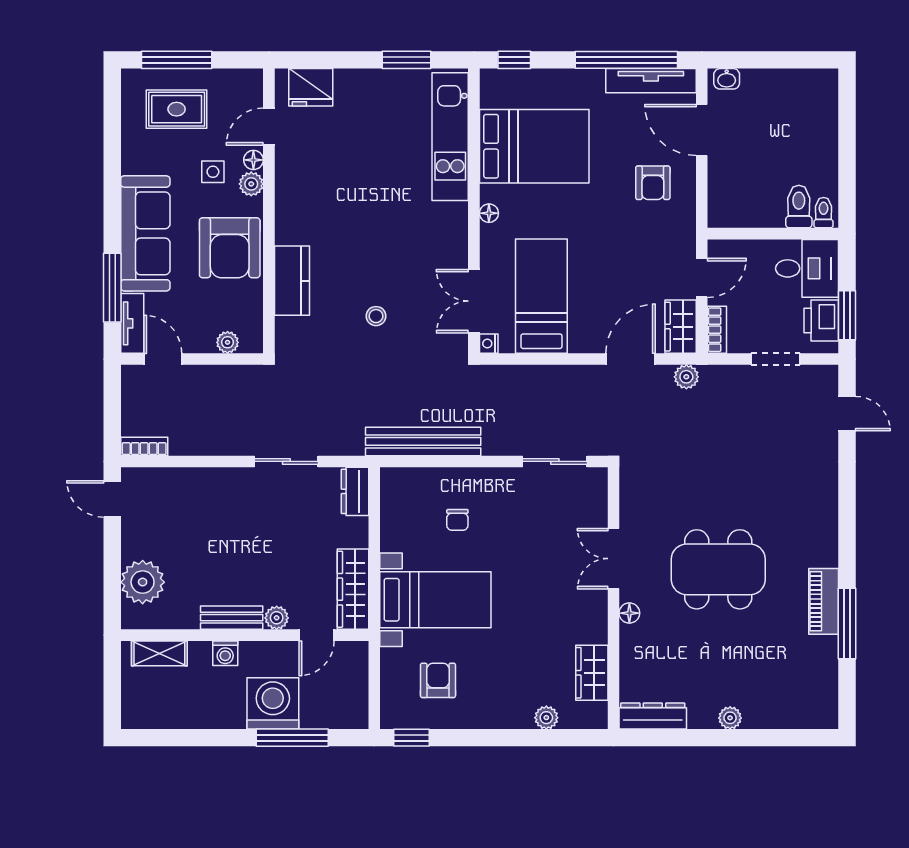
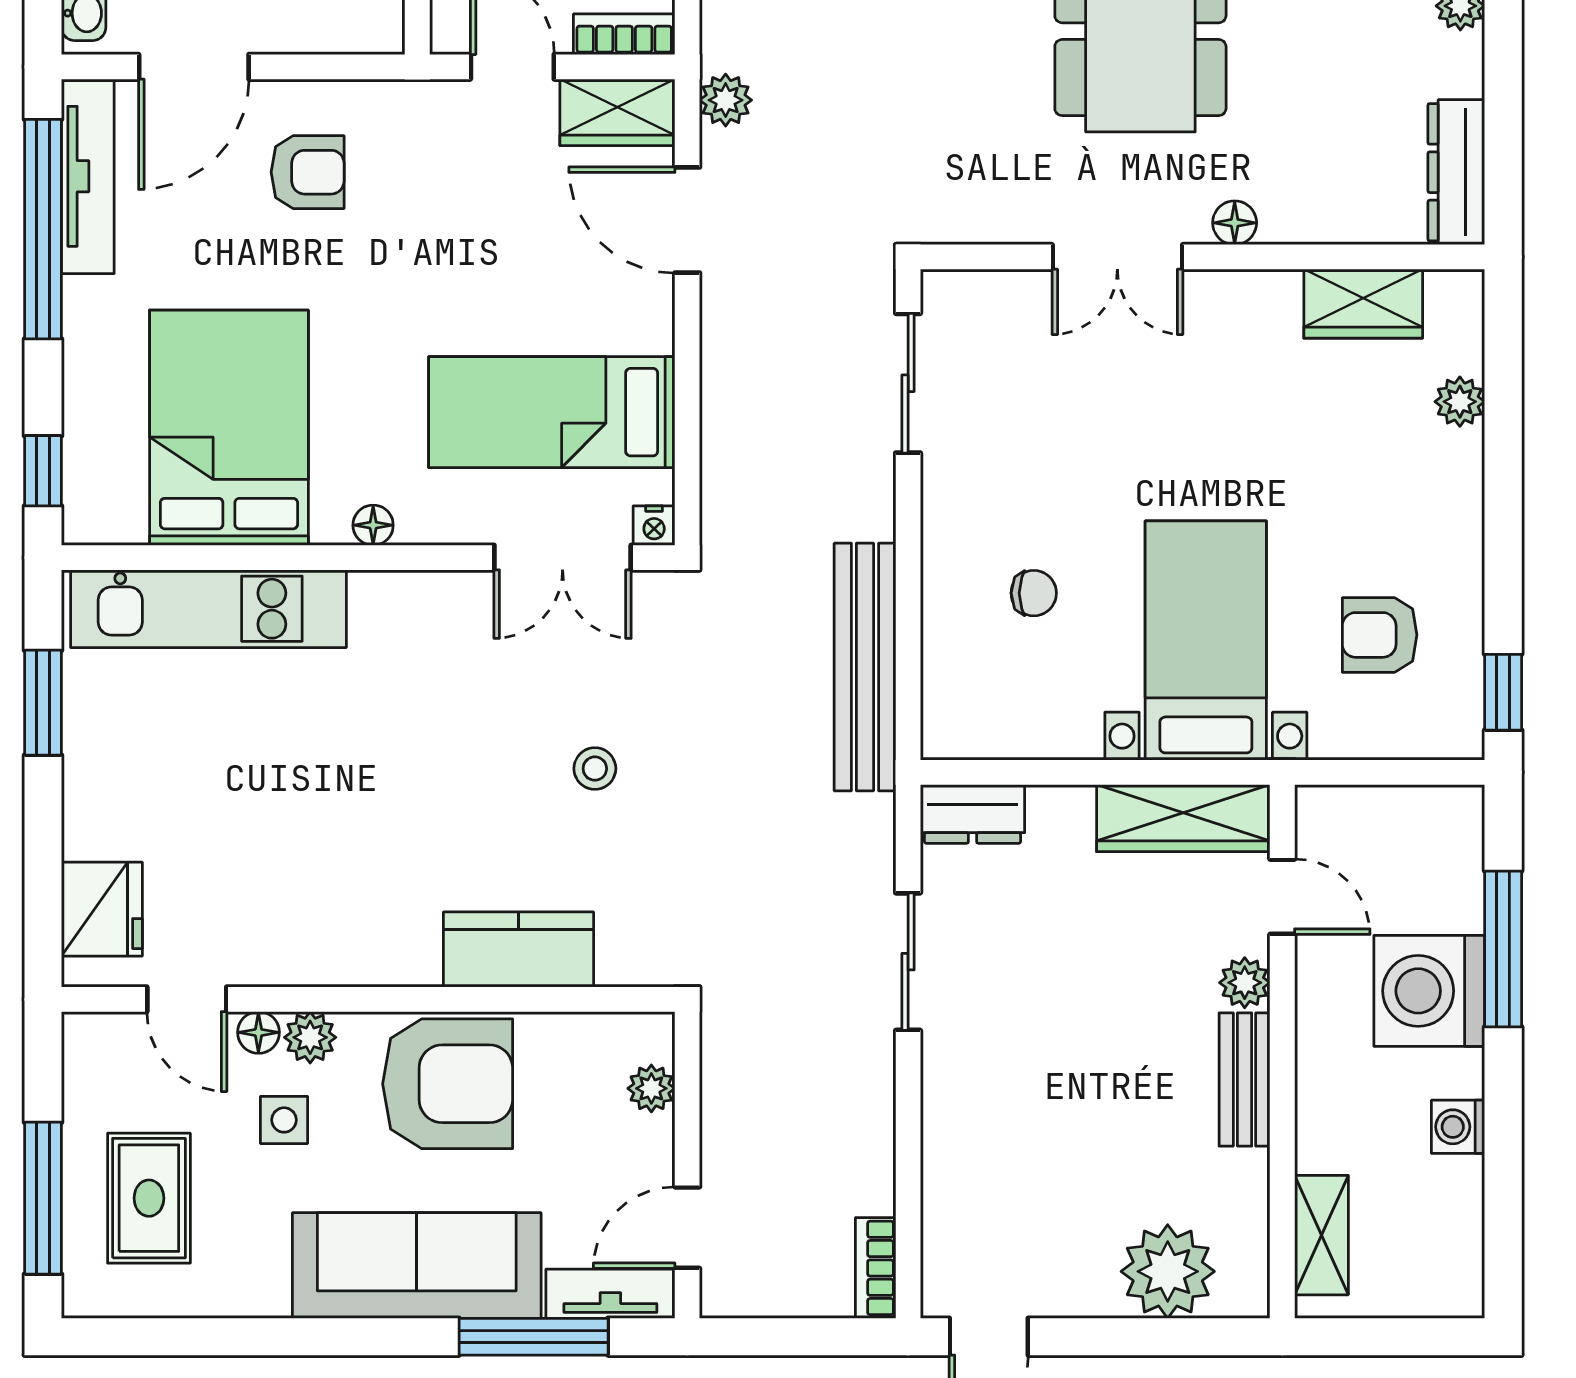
washing machine: (225, 653) -> (1458, 1127), moved, turned 180

